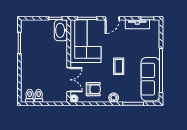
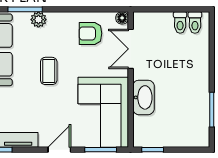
washbasin: (61, 30) -> (143, 97), moved
plant: (114, 98) -> (38, 20), moved

